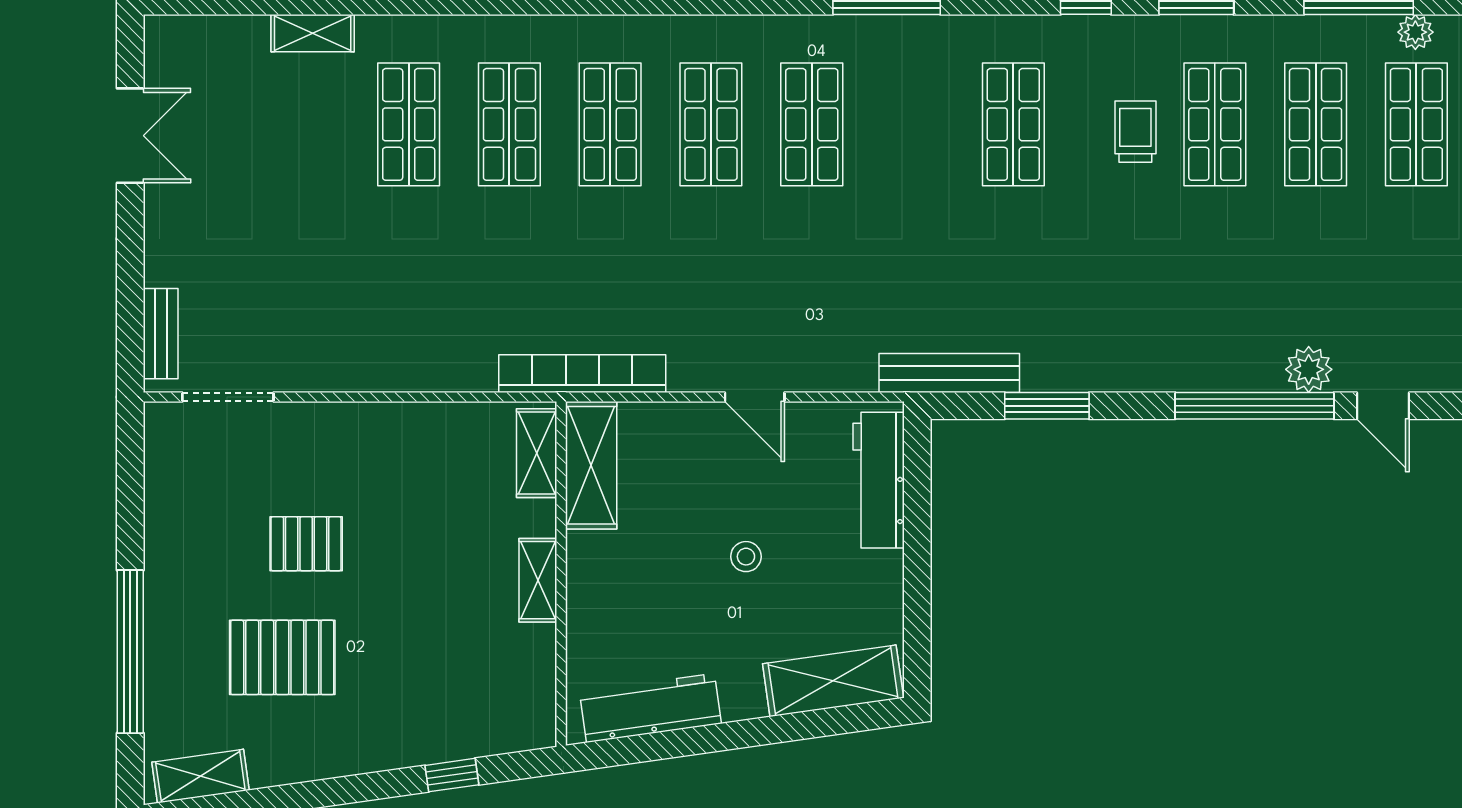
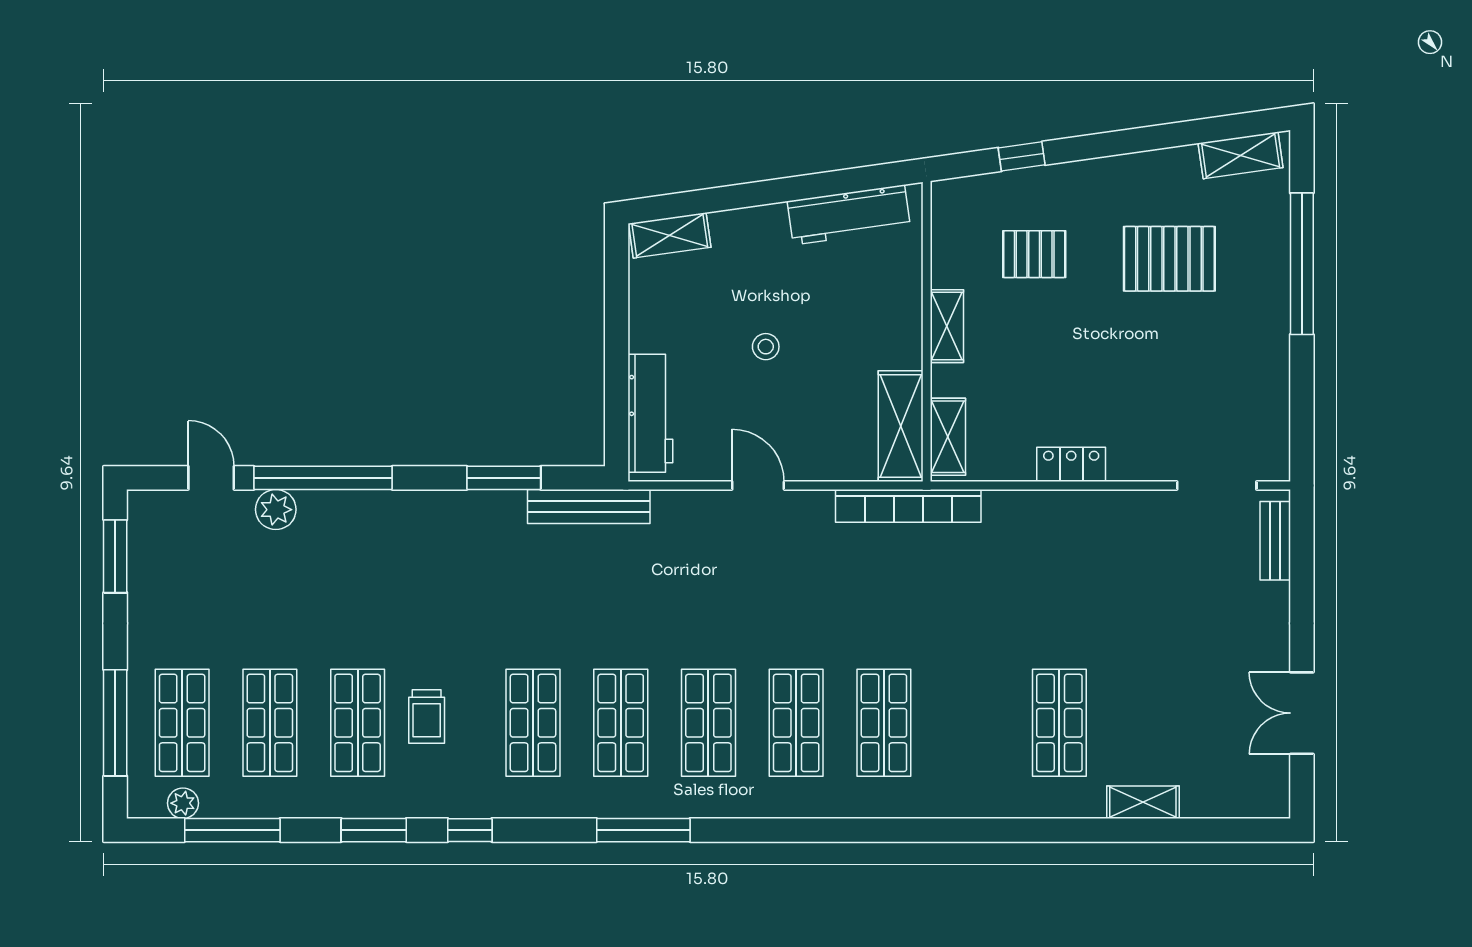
shop shelf: (509, 124) -> (621, 723), moved
locker: (395, 421) -> (1071, 464), added
pallet: (306, 544) -> (1034, 254), moved
shelving: (833, 681) -> (670, 235), width x0.67, depth x0.75

